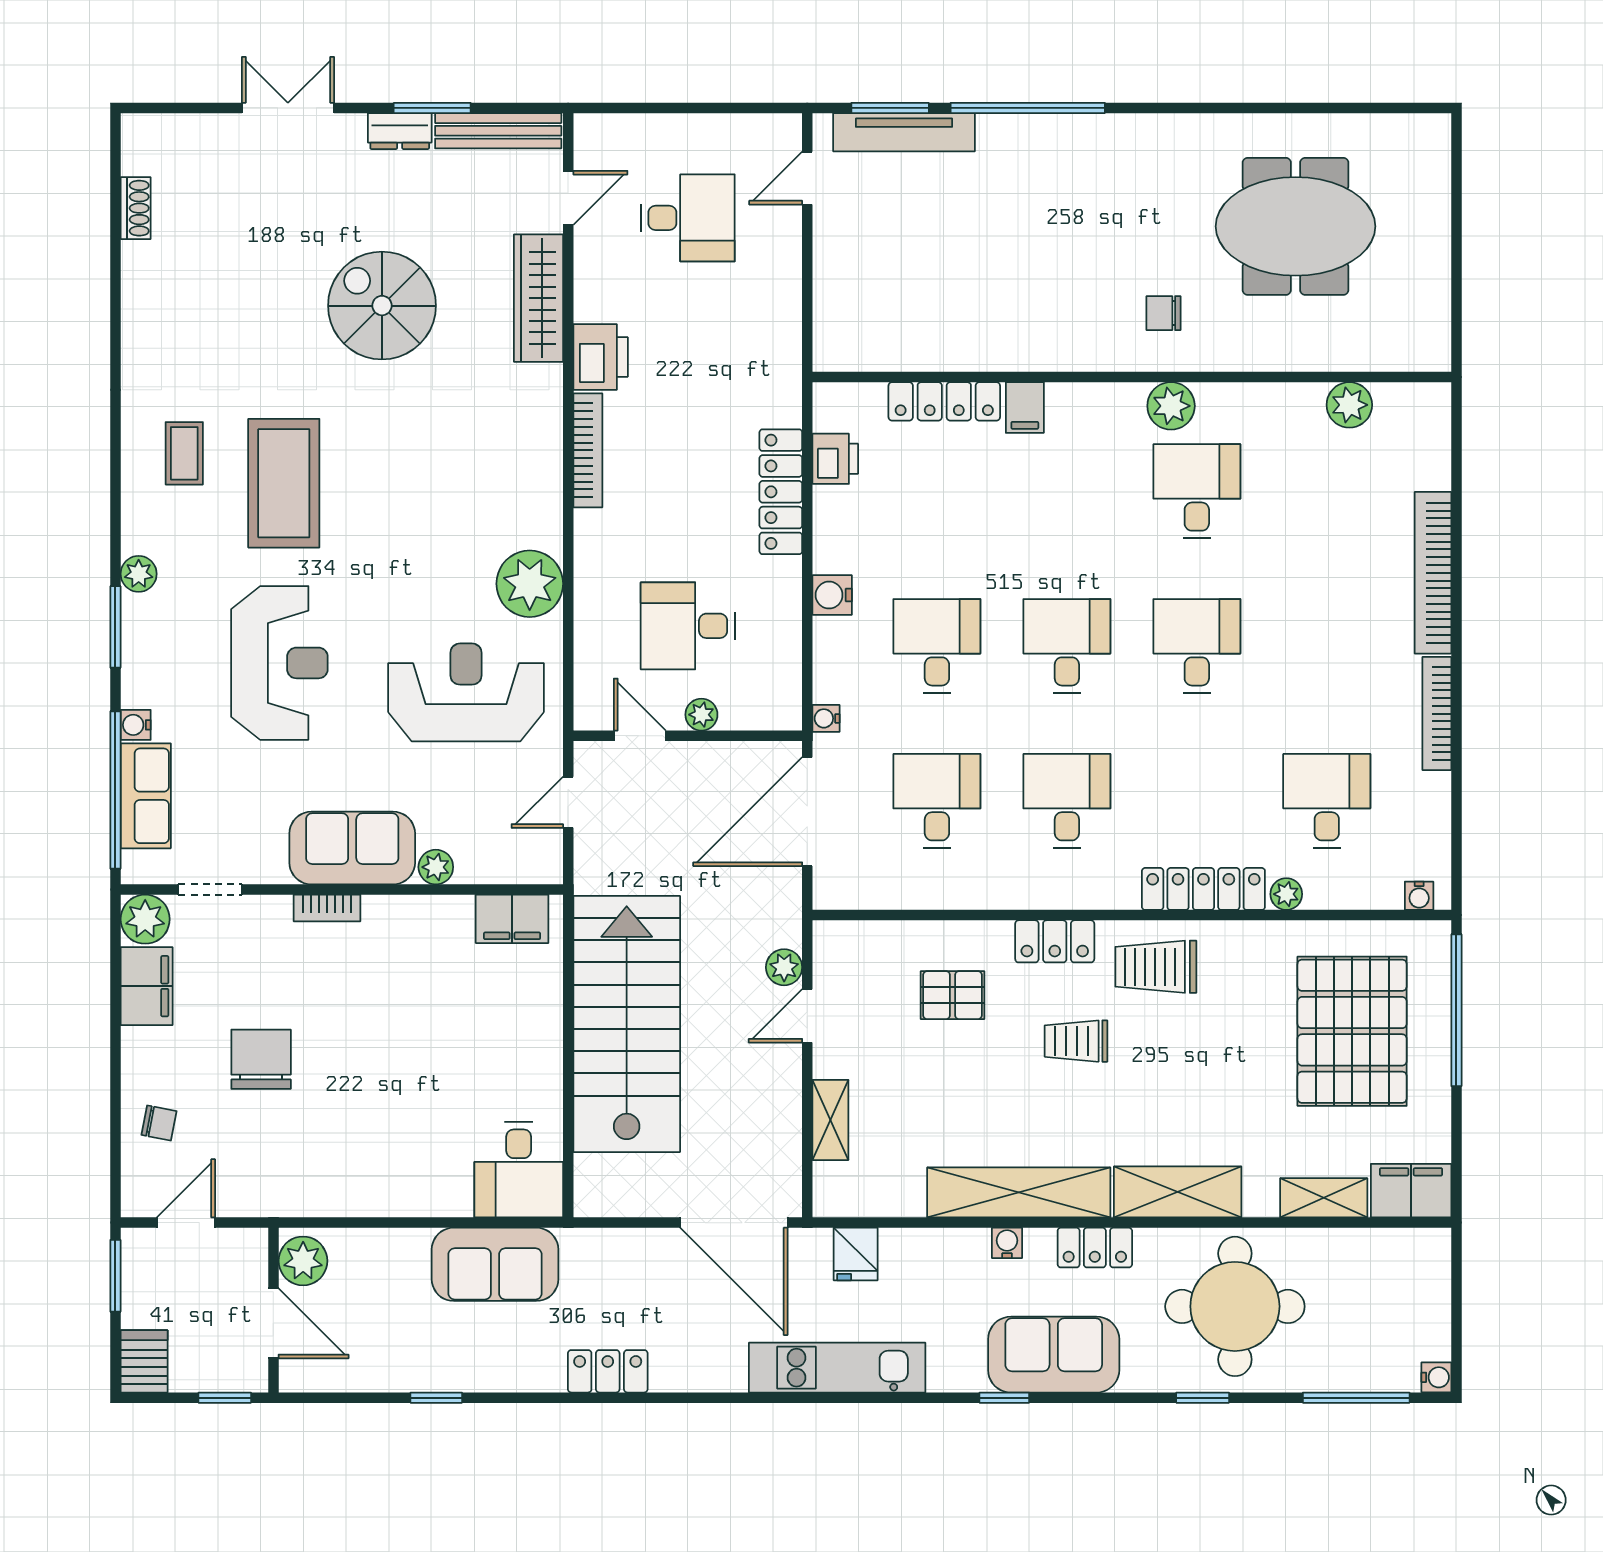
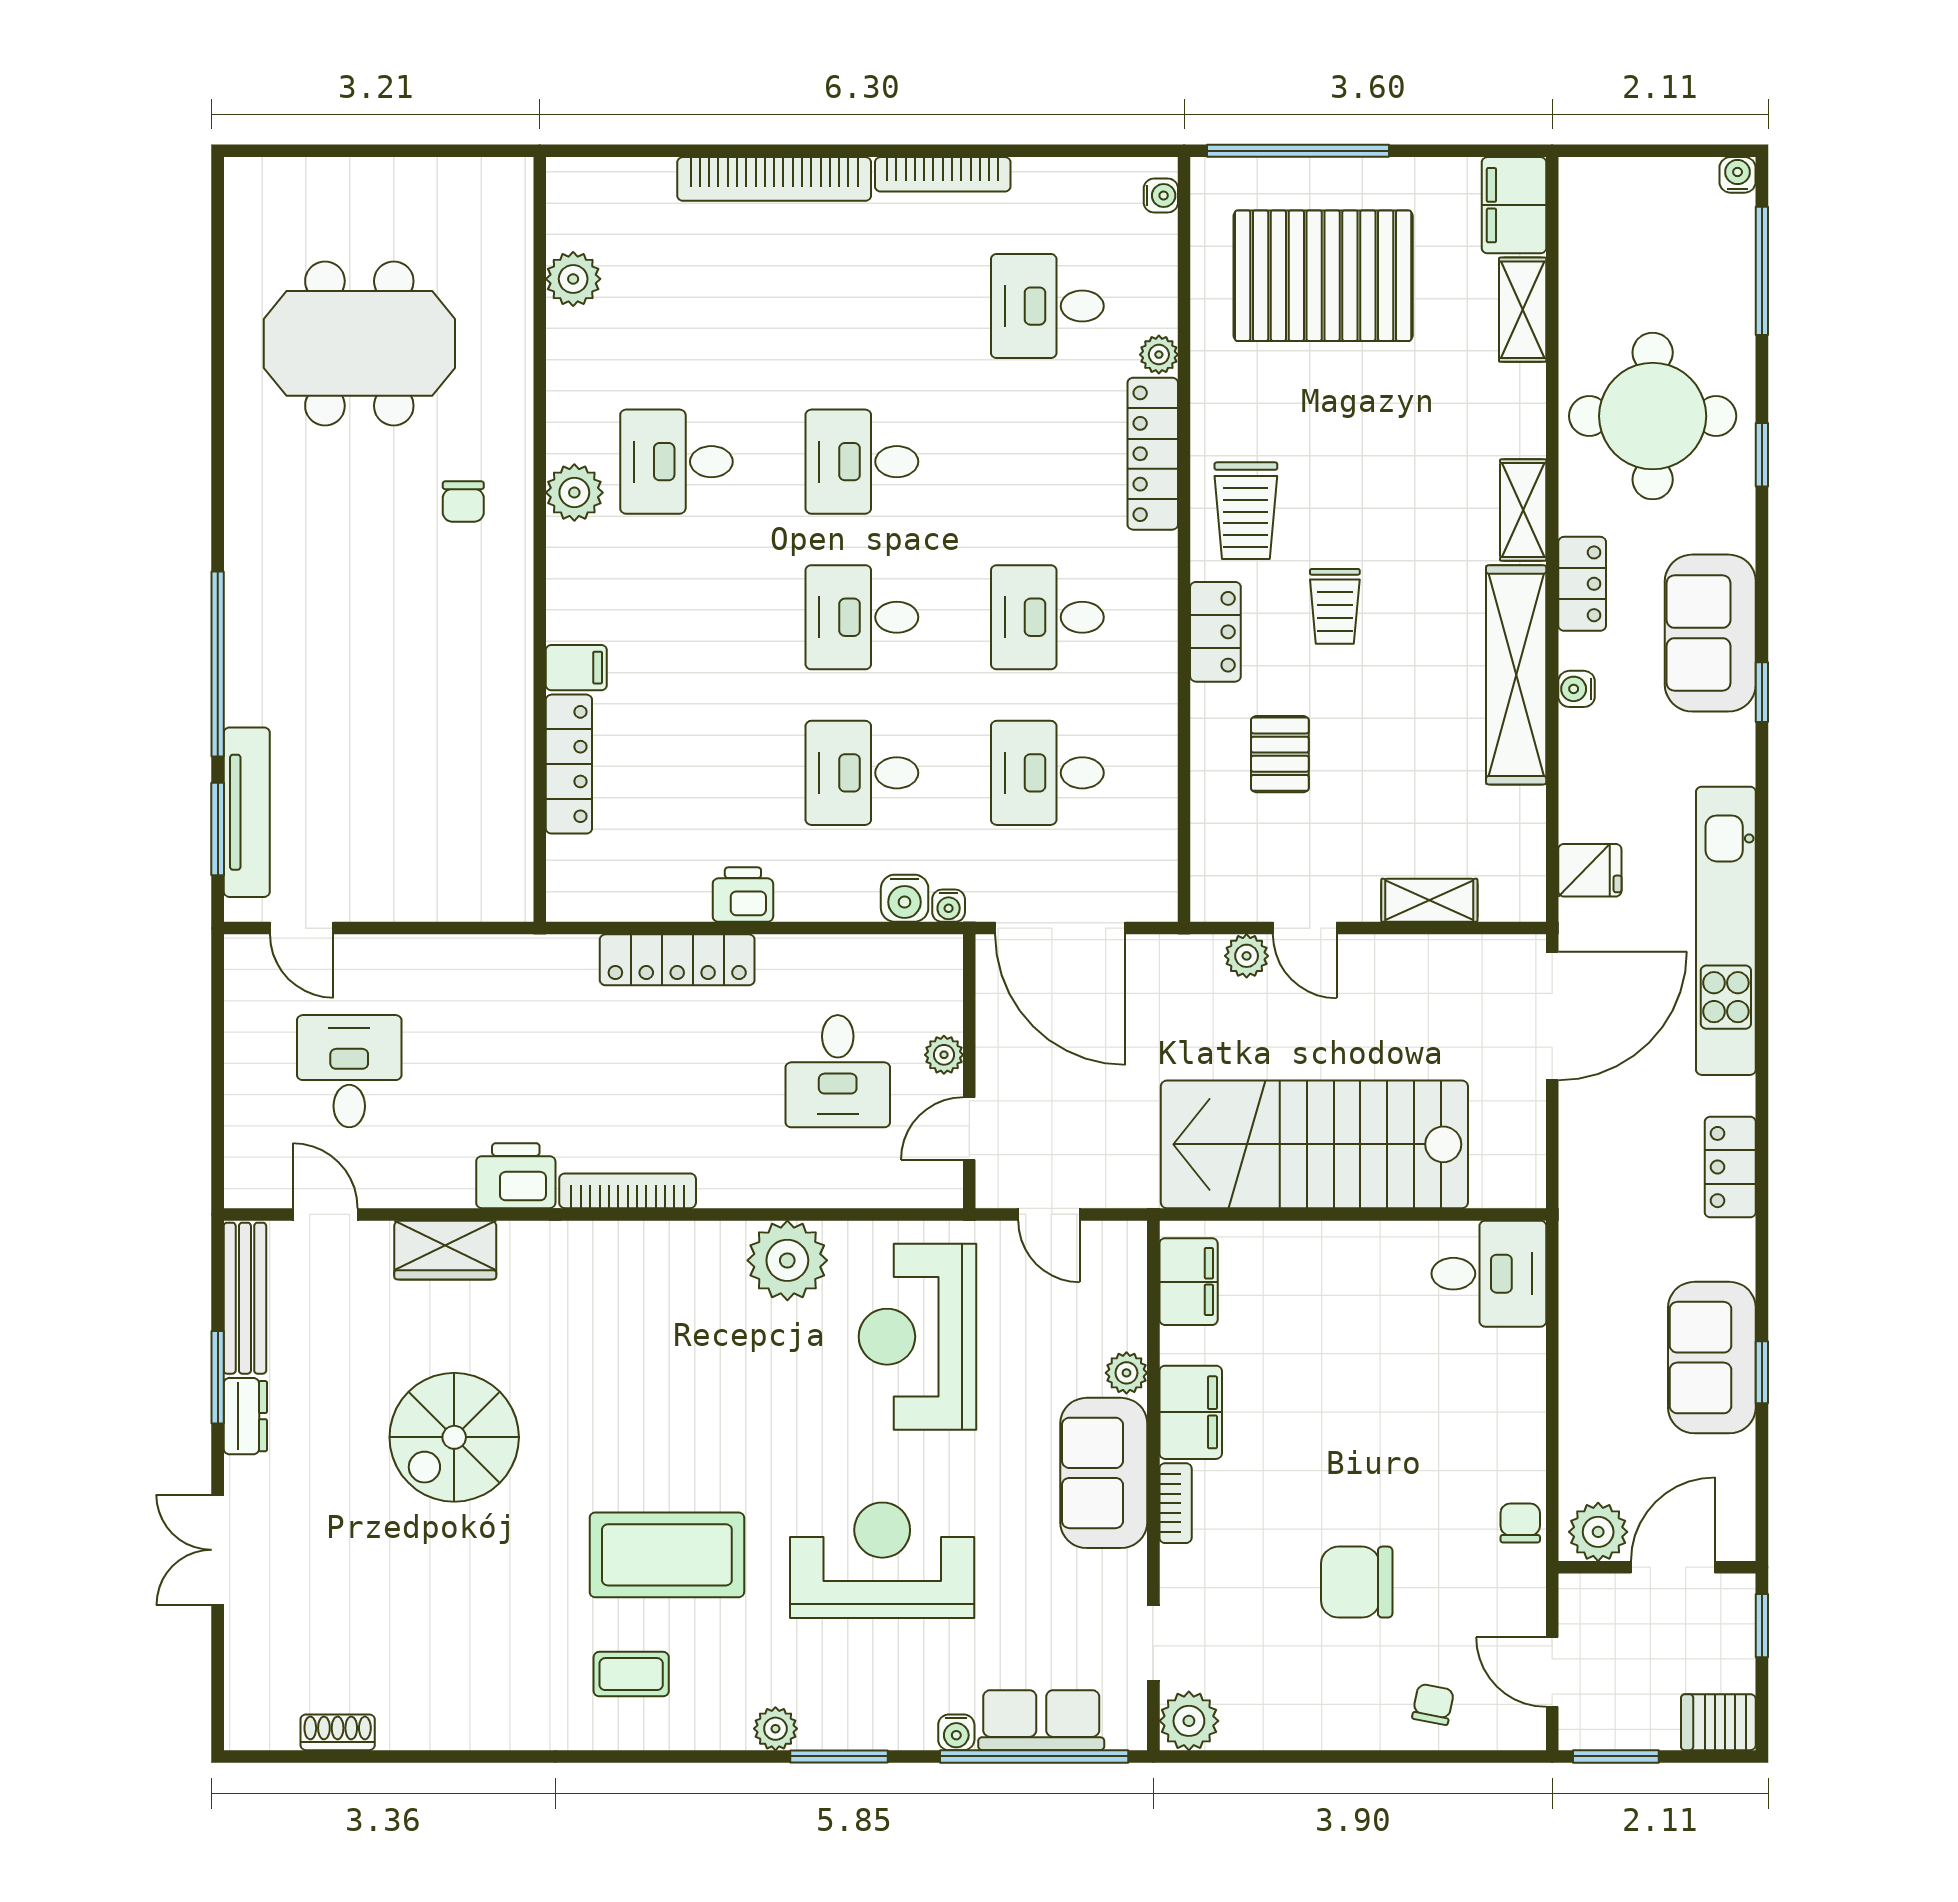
meeting table: (1296, 226) -> (359, 343), turned 90
wardrobe: (538, 298) -> (445, 1250), width x0.67
printer: (835, 459) -> (743, 895), moved
water cooler: (832, 595) -> (905, 898), moved
filing cabinet: (147, 986) -> (1191, 1412), moved, turned 90
shelving: (1178, 1192) -> (1523, 510), width x0.67, depth x0.75
chair: (310, 1196) -> (1520, 1523), added
sofa: (495, 1264) -> (1712, 1358), moved, turned 180
kitchen unit: (837, 1368) -> (1726, 931), width x1.36

